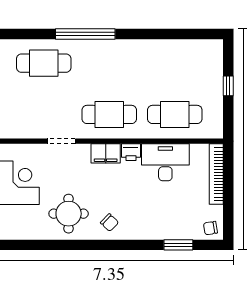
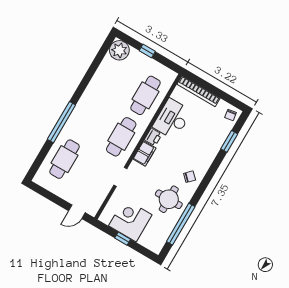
plant: (210, 52) -> (119, 50), added
window: (47, 245) -> (181, 224), added

